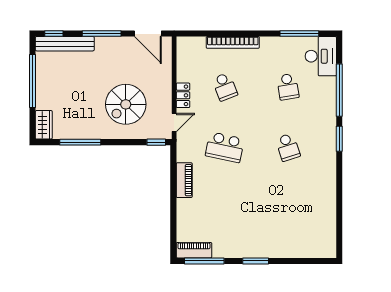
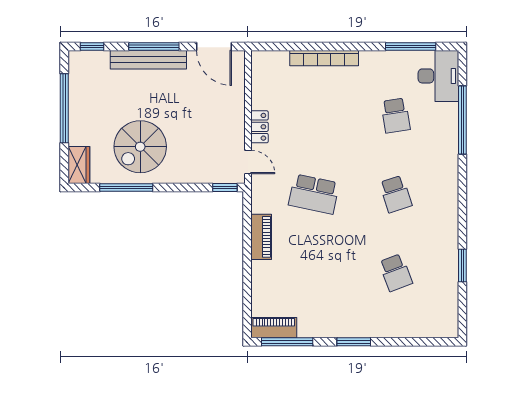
bench: (65, 44) -> (148, 60), moved
school desk: (225, 87) -> (396, 273), moved
spiral stairs: (126, 104) -> (140, 147), moved
door: (174, 123) -> (248, 162), hinge flipped
window: (339, 139) -> (462, 266), moved

